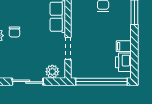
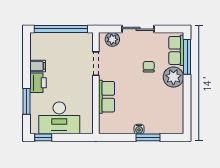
chair: (14, 32) -> (149, 67), moved
printer: (123, 62) -> (38, 83), moved

